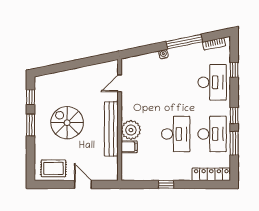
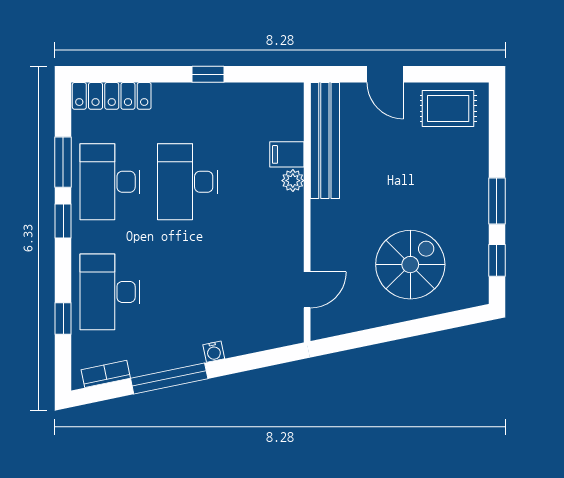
spiral stairs: (67, 123) -> (410, 265), moved, turned -90
bench: (111, 129) -> (325, 140), moved
plant: (131, 130) -> (293, 181), width x0.53, depth x0.53

